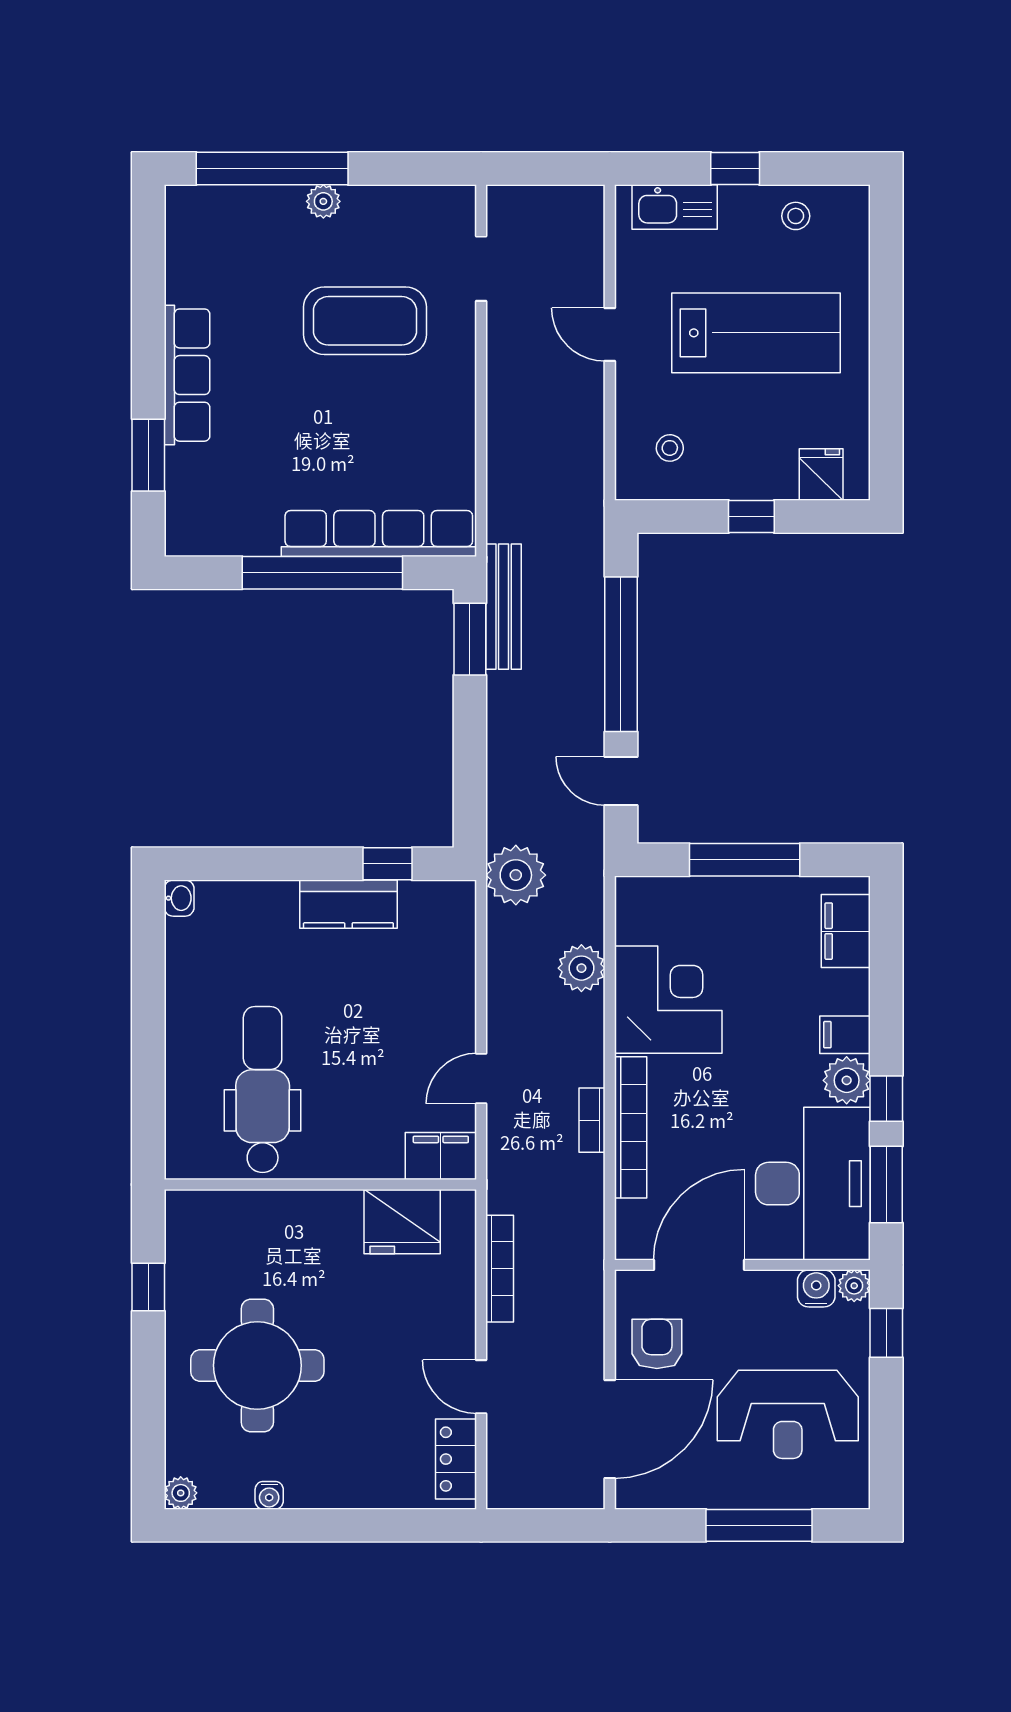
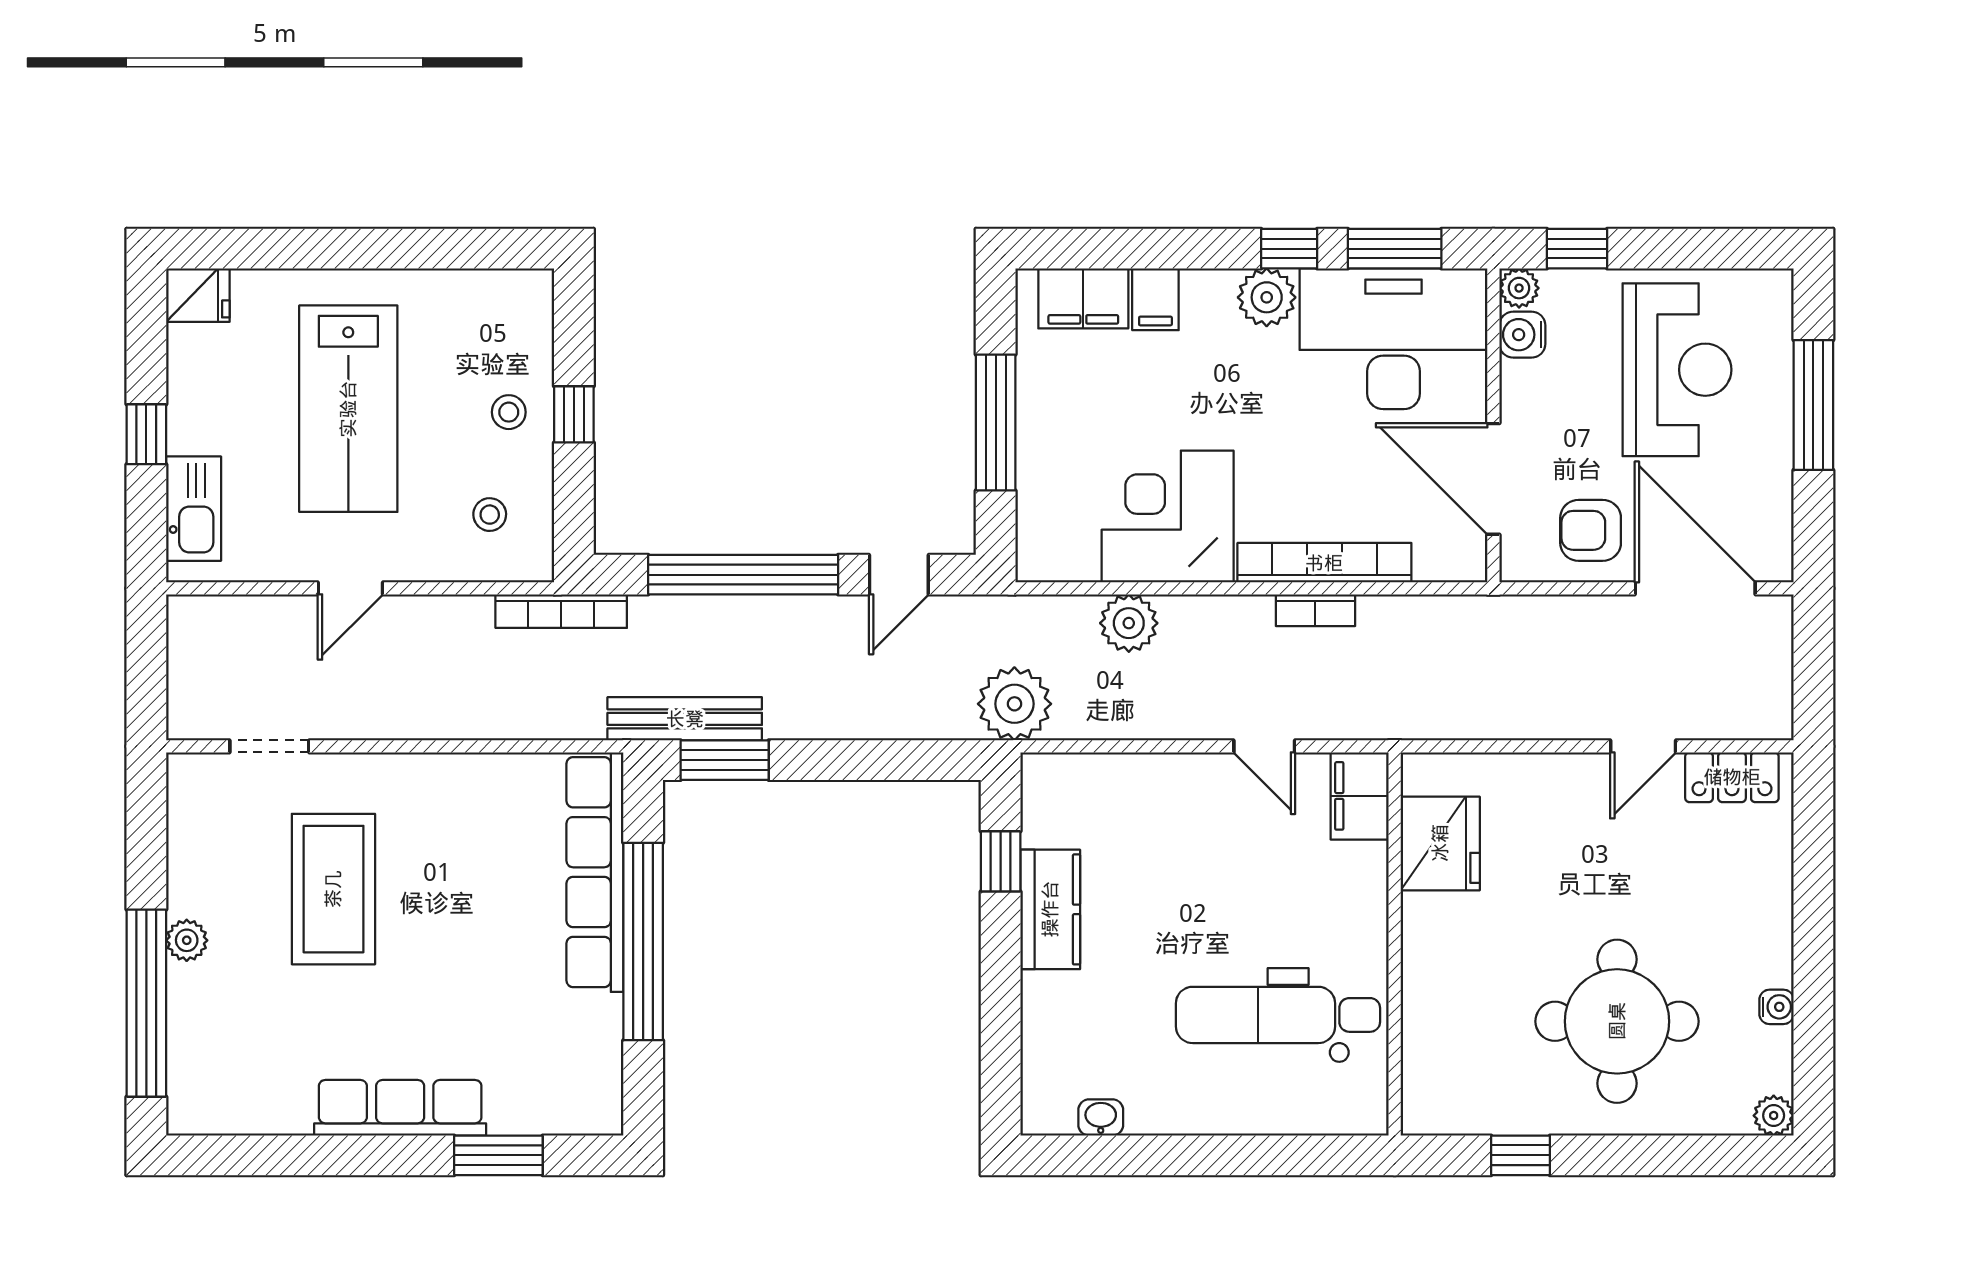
stool: (796, 216) -> (509, 412), moved
lab bench: (756, 333) -> (348, 409), turned 180
fridge: (821, 475) -> (198, 295), moved, turned 180
washbasin: (179, 898) -> (1101, 1117), moved
filing cabinet: (845, 1035) -> (1155, 299), moved
bookcase: (500, 1269) -> (561, 611), moved, turned 180

